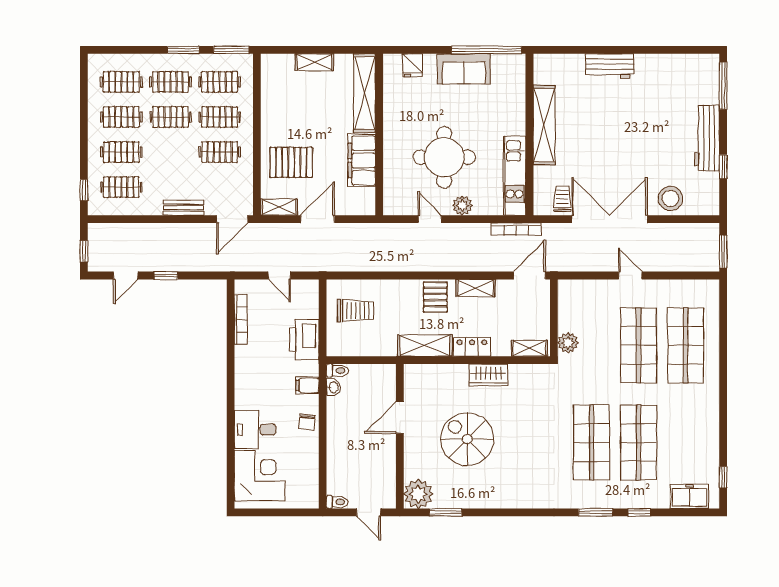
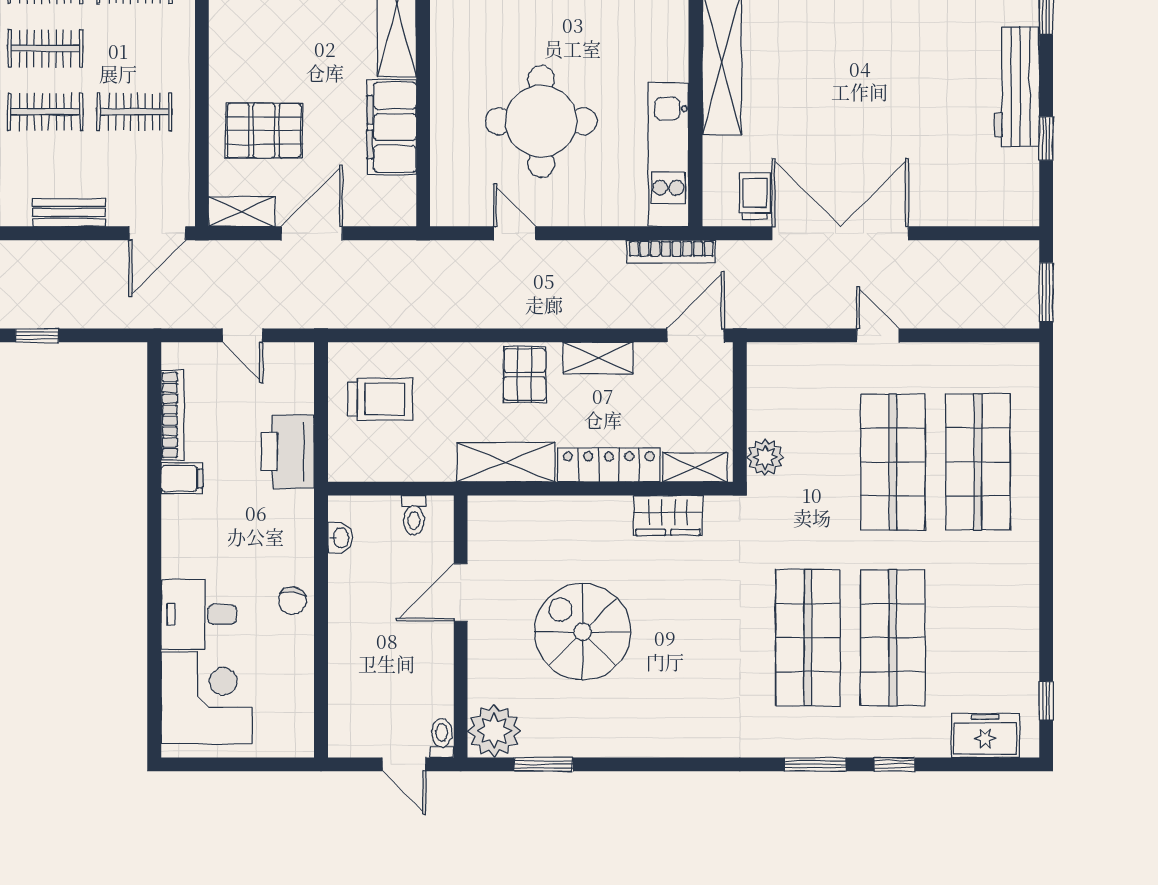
clothes rail: (220, 117) -> (45, 112), moved
stool: (670, 198) -> (951, 196), removed
plant: (462, 206) -> (574, 209), removed
locker: (472, 347) -> (609, 465), width x1.53
toilet: (337, 371) -> (414, 515), moved, turned 90
wardrobe: (488, 375) -> (668, 515), moved
filing cabinet: (307, 385) -> (182, 478), moved, turned 180
toilet: (337, 502) -> (442, 738), moved, turned -90

